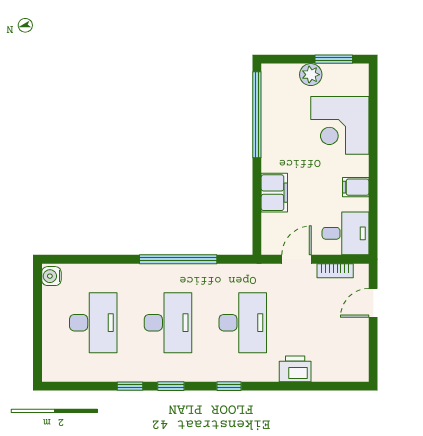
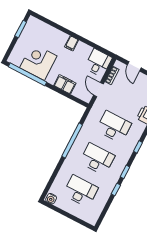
plant: (311, 75) -> (22, 42), removed
corner desk: (340, 125) -> (38, 62), moved, turned 180
filing cabinet: (356, 187) -> (72, 43), moved

